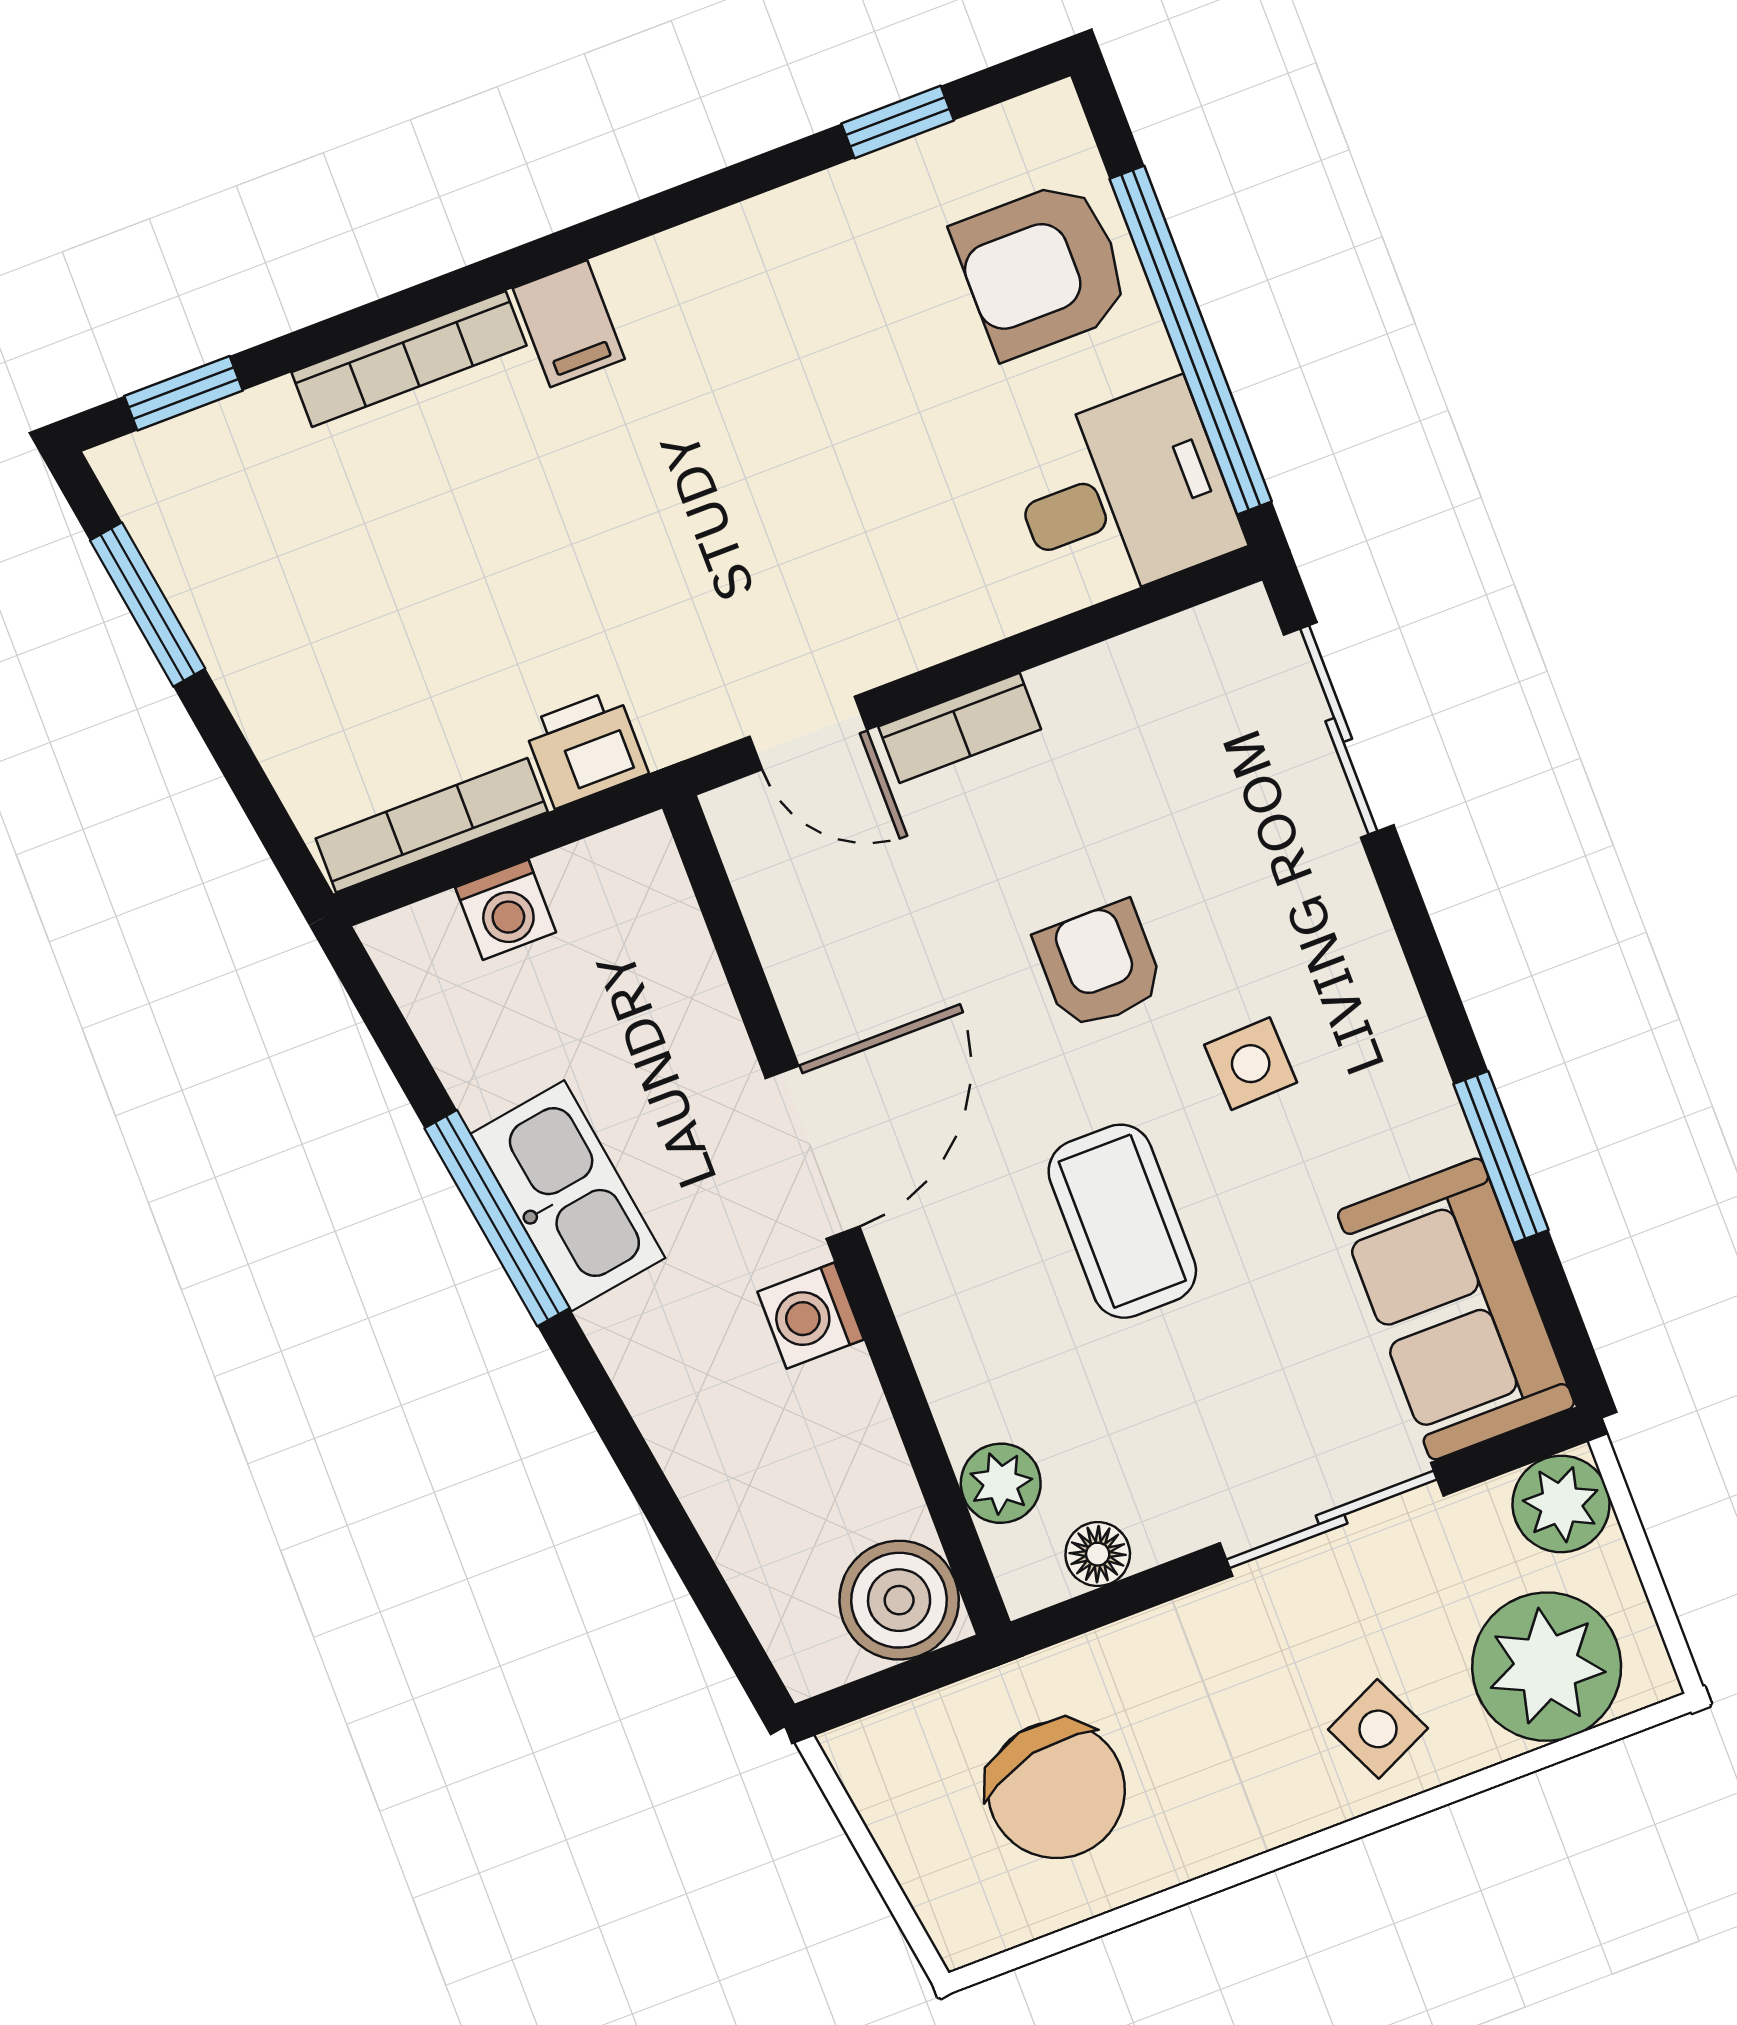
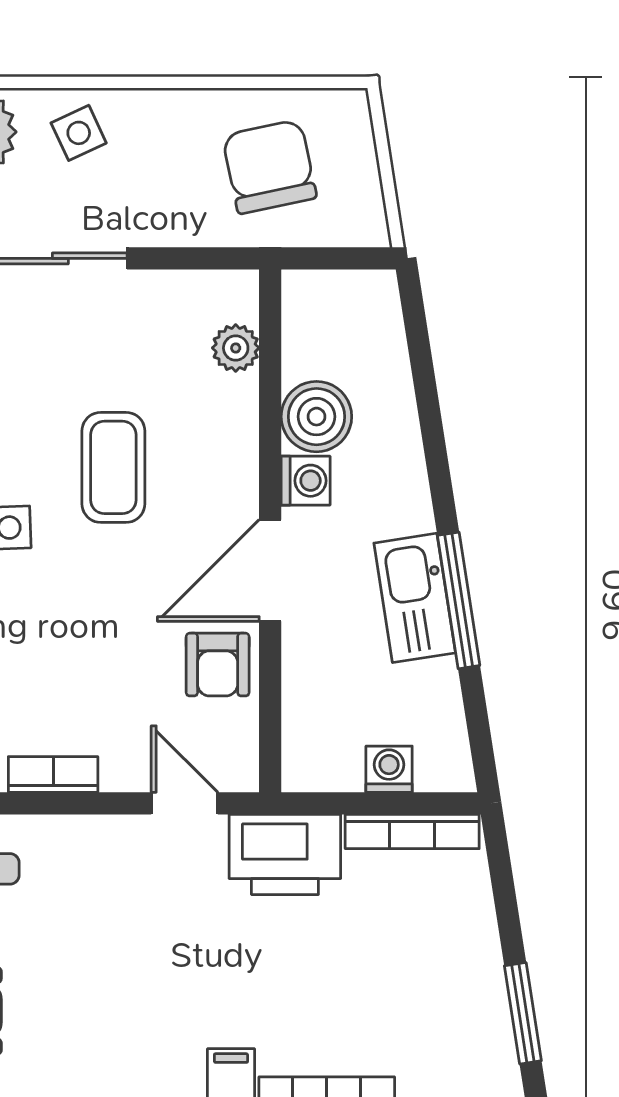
bookcase: (960, 728) -> (53, 774), moved
printer: (586, 749) -> (285, 854), width x1.87, depth x1.48
armchair: (1099, 965) -> (218, 665), moved
floor lamp: (1098, 1554) -> (197, 288), removed
boiler: (899, 1600) -> (316, 417), moved

